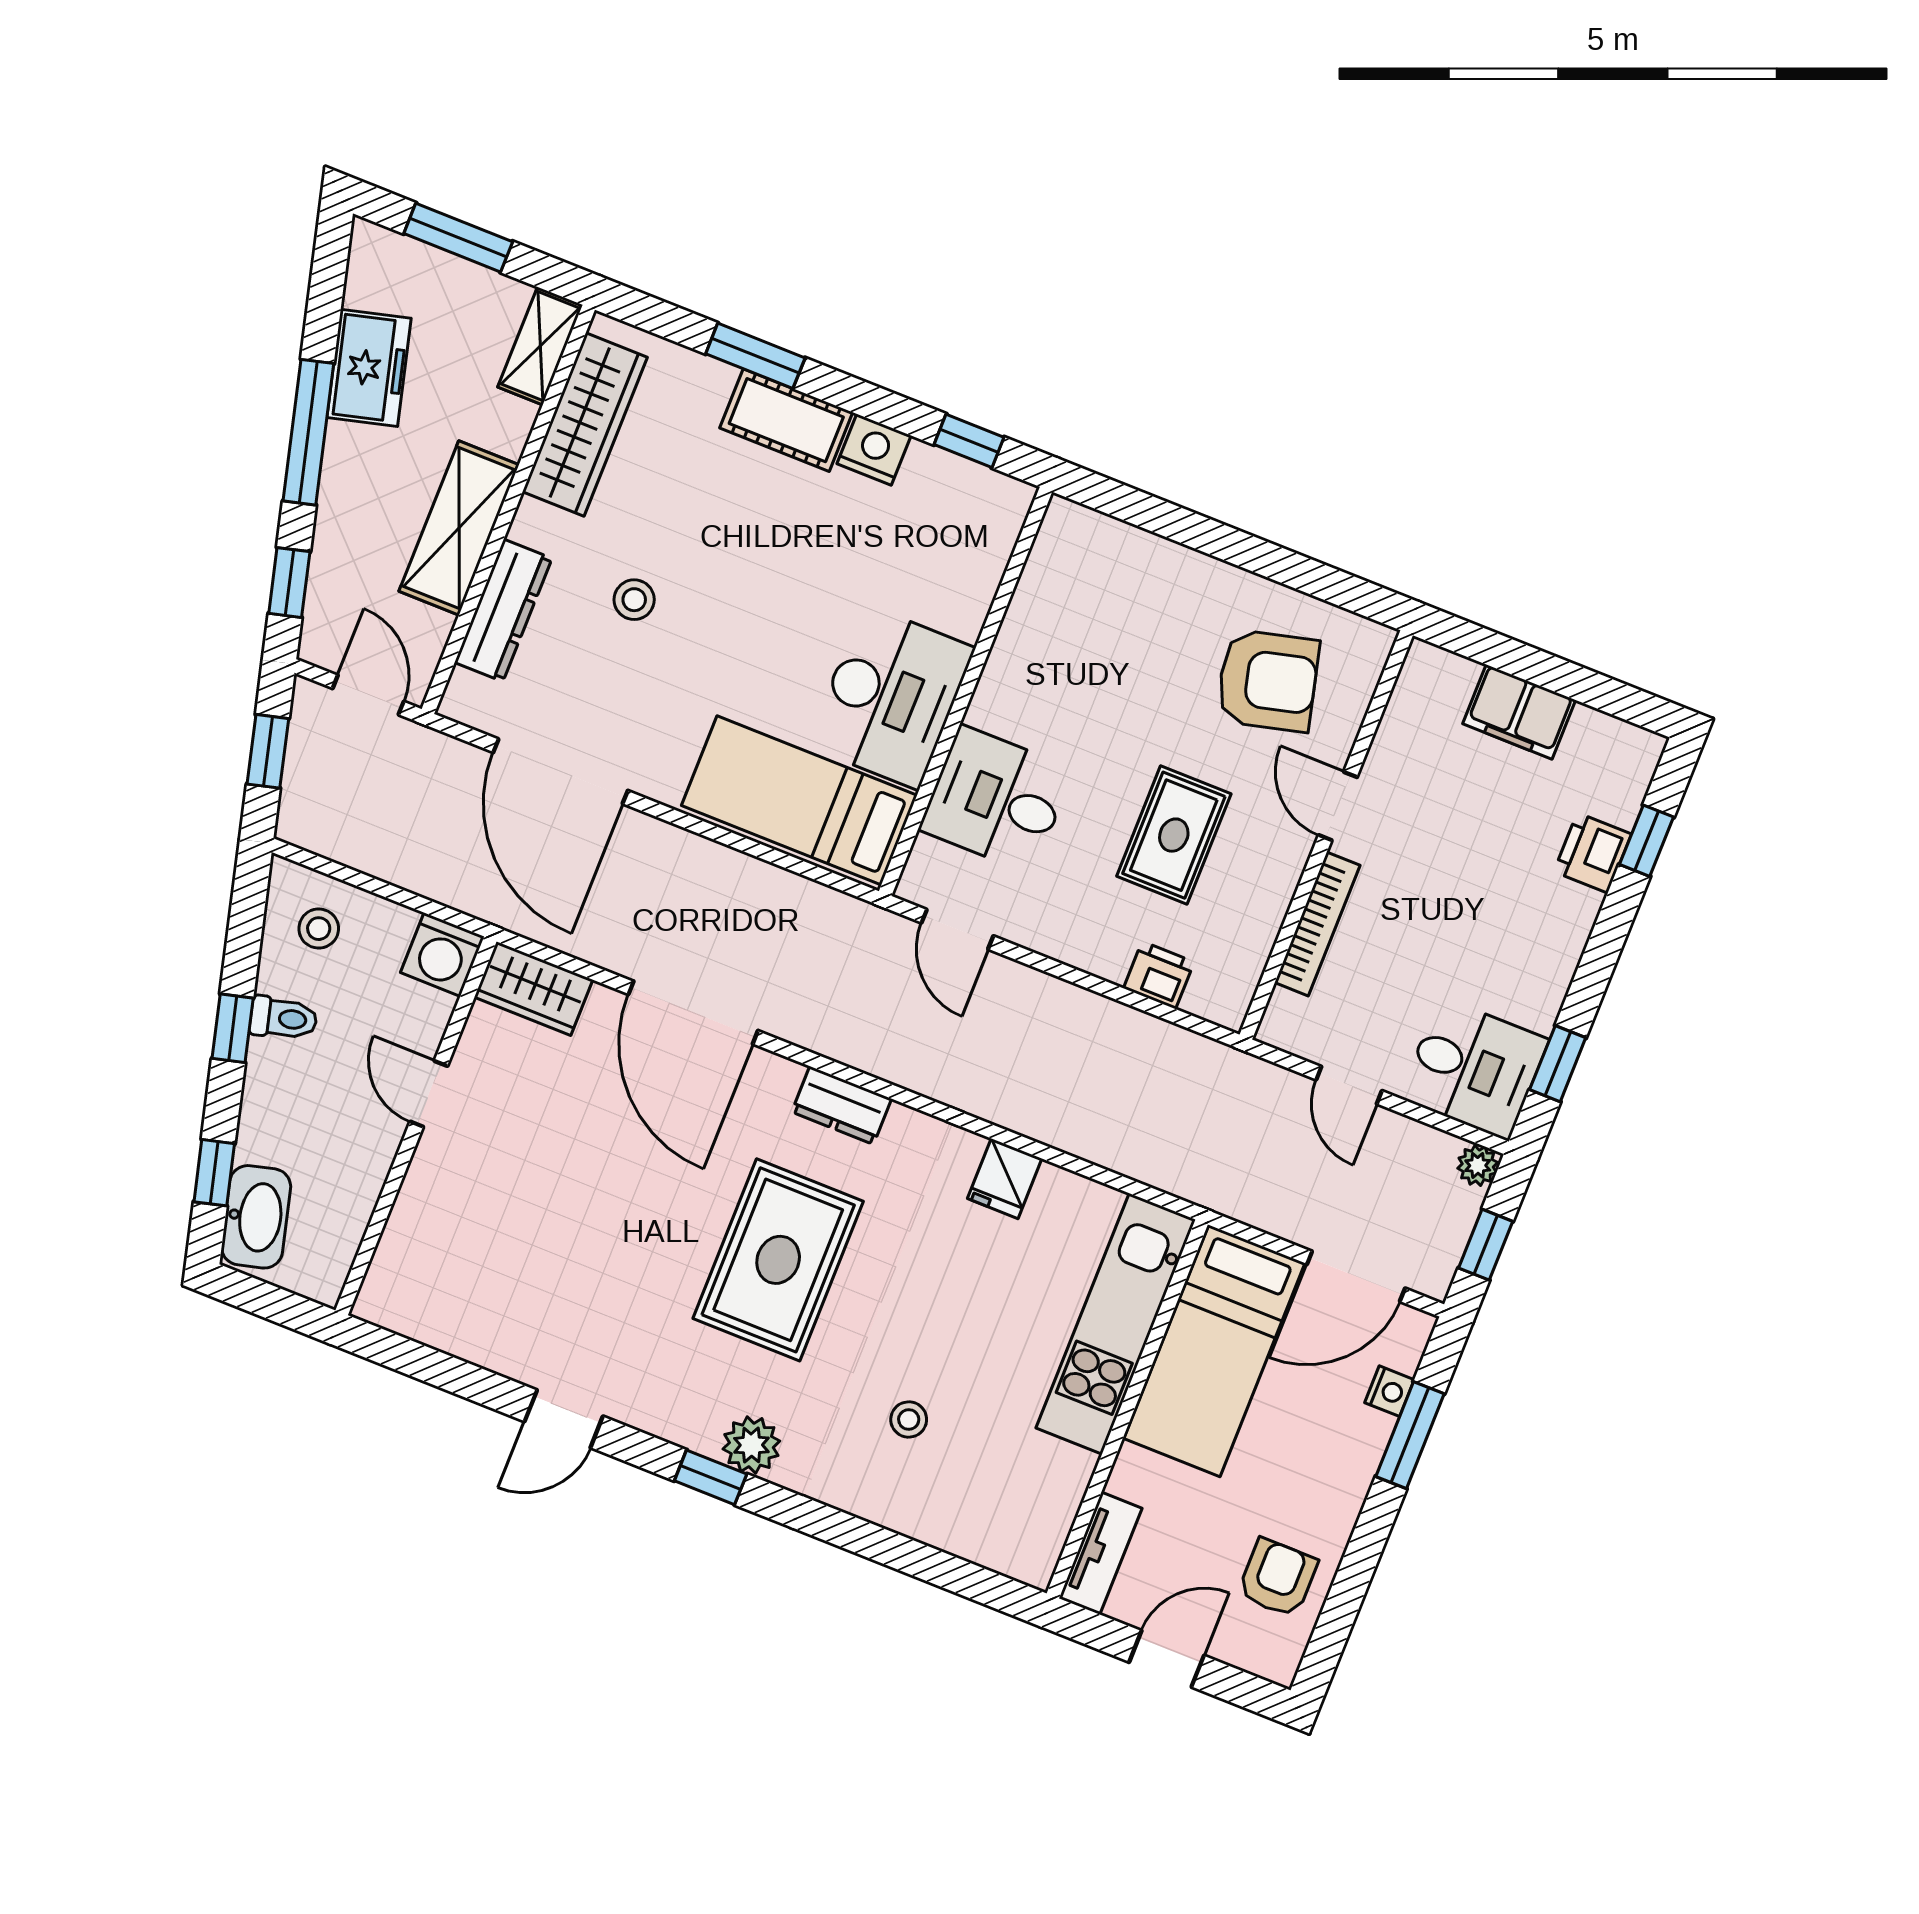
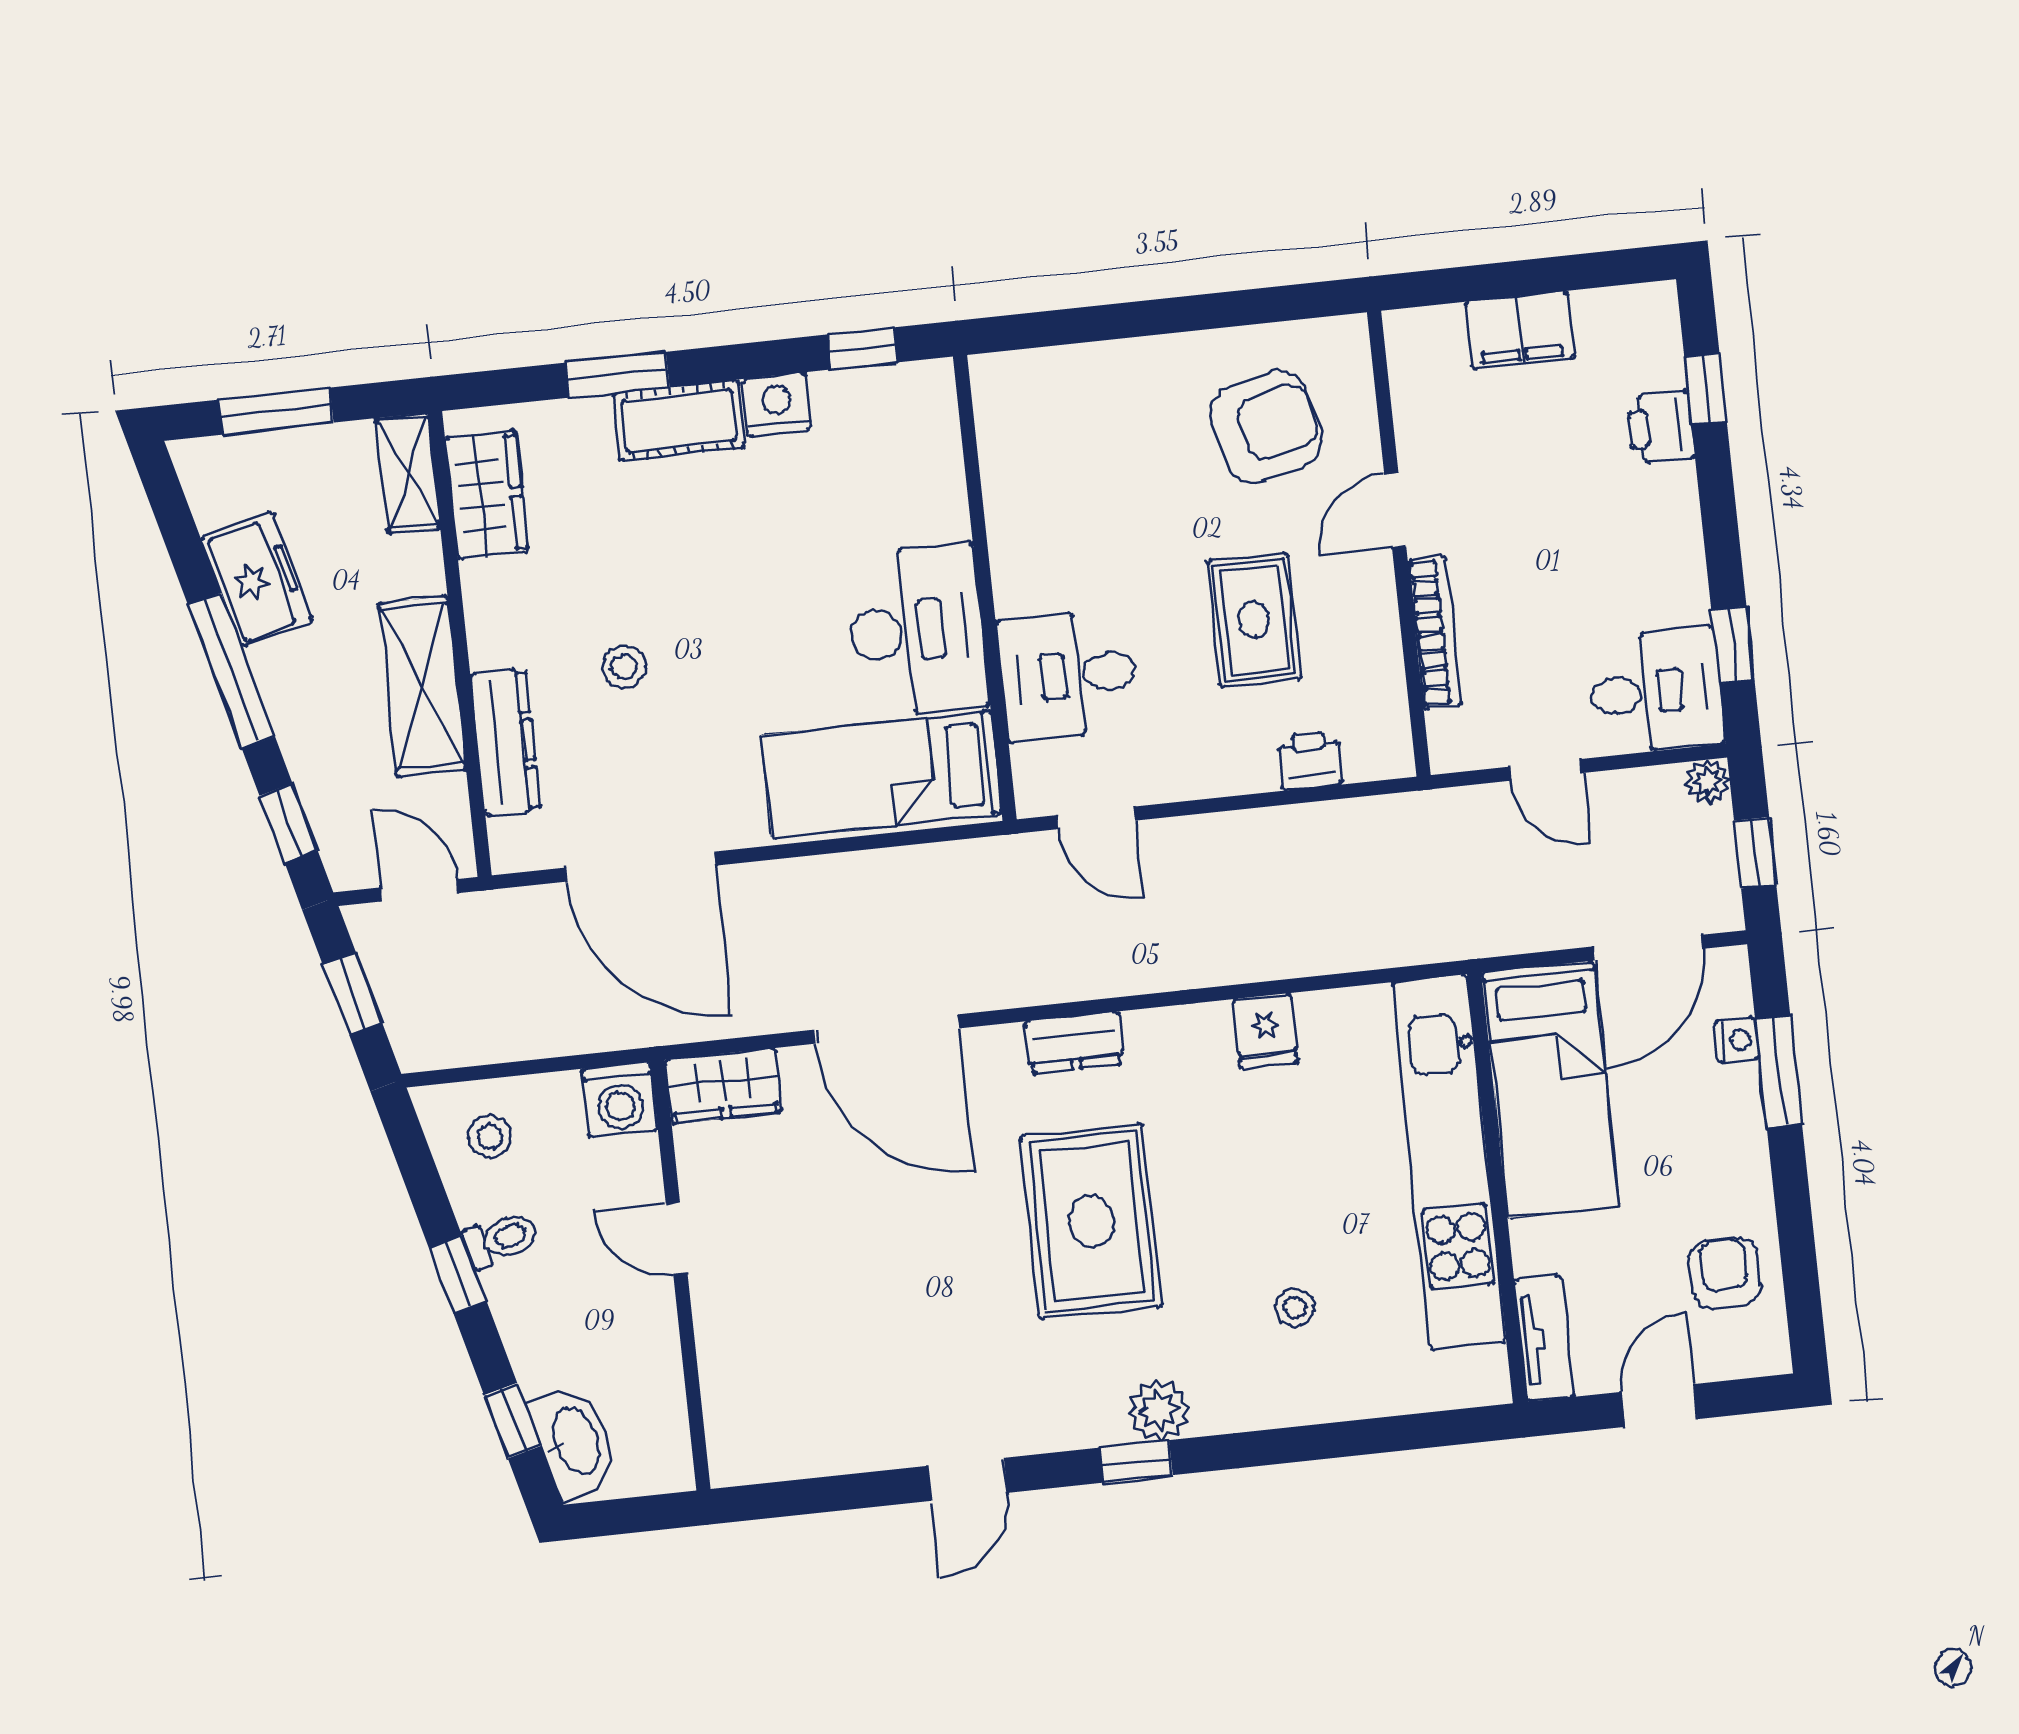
wardrobe: (585, 424) -> (487, 495), width x0.67
door: (1338, 806) -> (1395, 510), hinge flipped
kitchen unit: (1116, 1324) -> (1449, 1162), width x1.36

